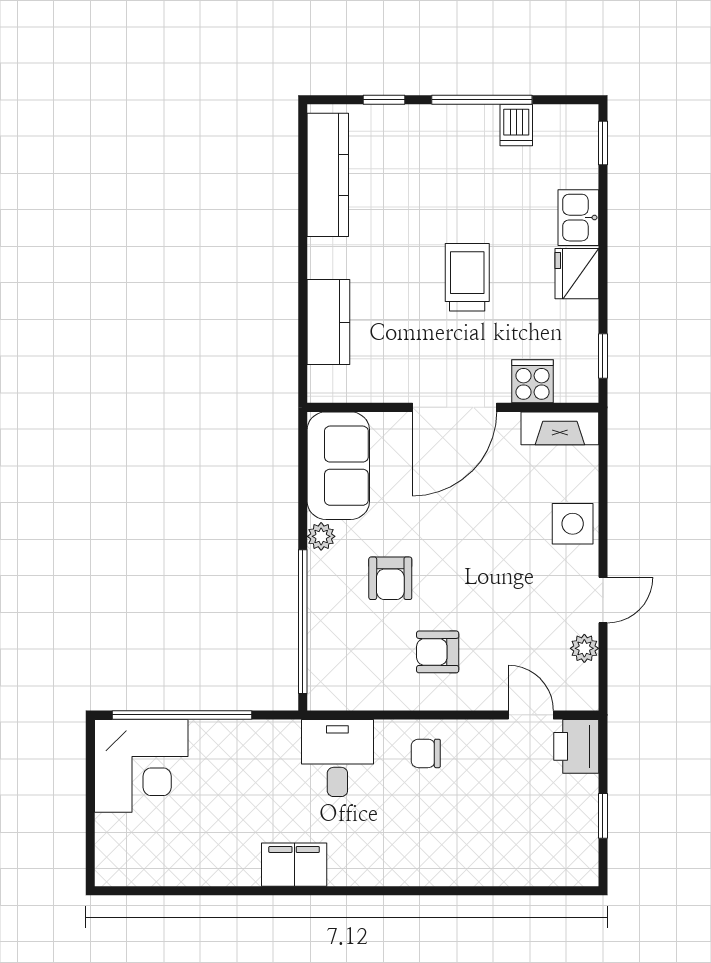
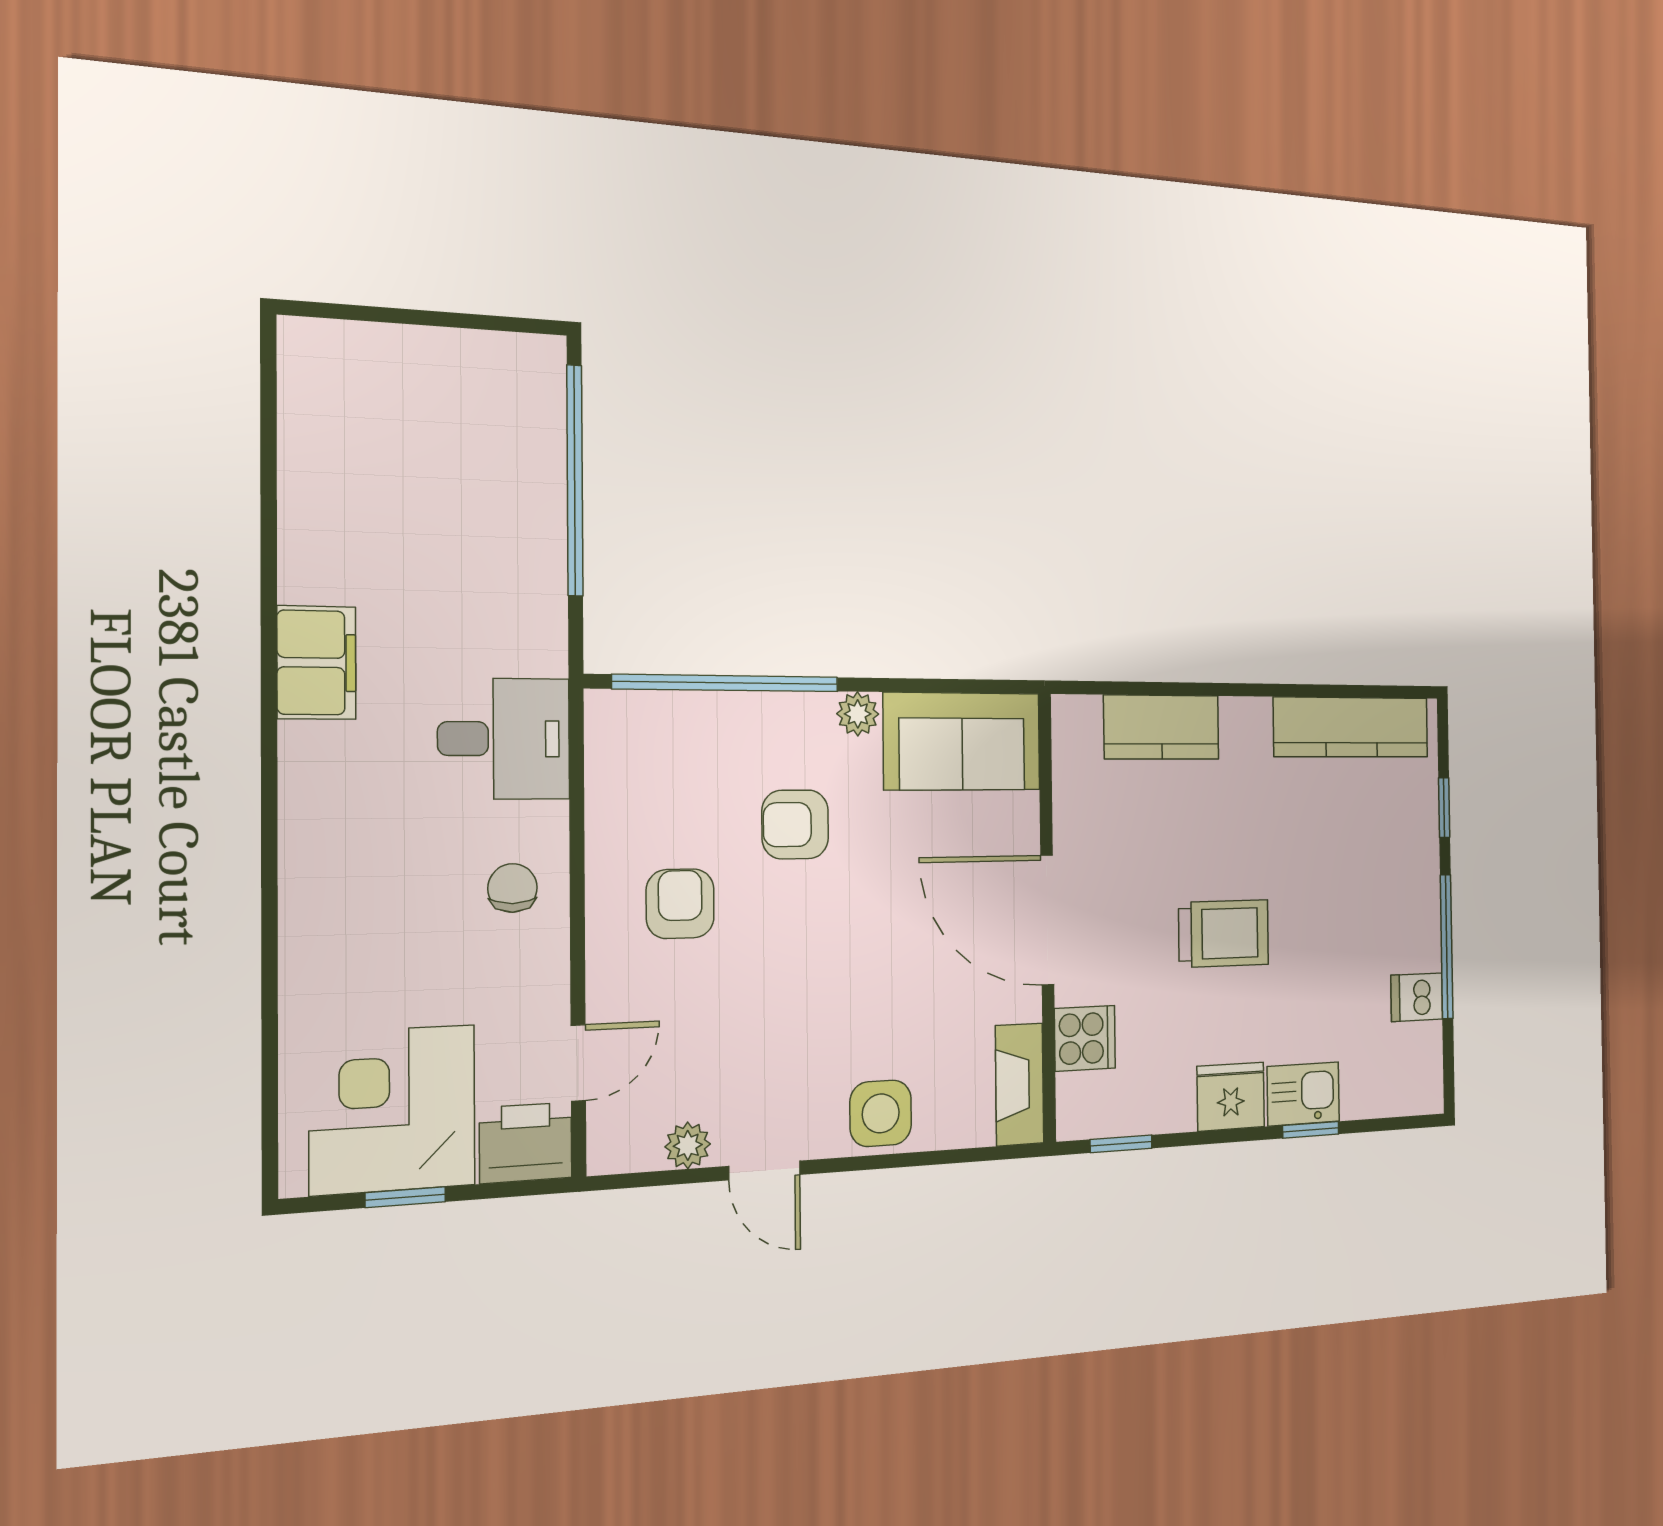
window: (603, 143) -> (1311, 1130), moved
corner desk: (141, 766) -> (393, 1110), moved, turned 90

